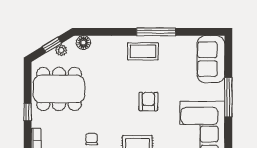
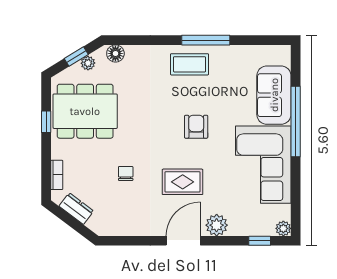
sofa: (211, 59) -> (274, 95), moved
window: (228, 97) -> (296, 122), width x1.46
window: (28, 112) -> (46, 122), moved

